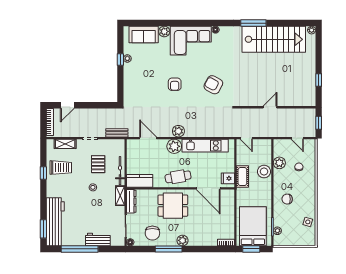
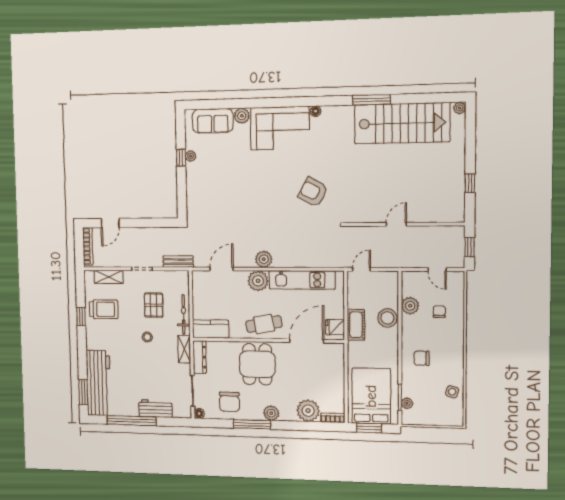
armchair: (175, 84) -> (258, 192), removed
door: (148, 138) -> (221, 269), hinge flipped
door: (246, 138) -> (361, 269), swing flipped
door: (208, 188) -> (307, 341), swing flipped
dining table: (173, 206) -> (257, 364), turned 90
plant: (209, 238) -> (308, 411), added

